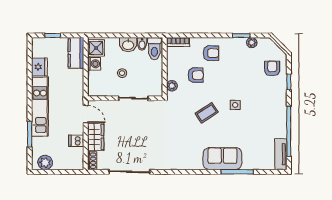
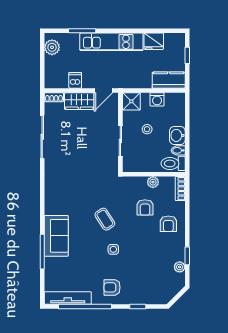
shower: (96, 48) -> (131, 101), moved
armchair: (272, 68) -> (112, 287), moved, turned 180
plant: (172, 86) -> (153, 182), moved
tv unit: (281, 154) -> (68, 298), width x1.41

